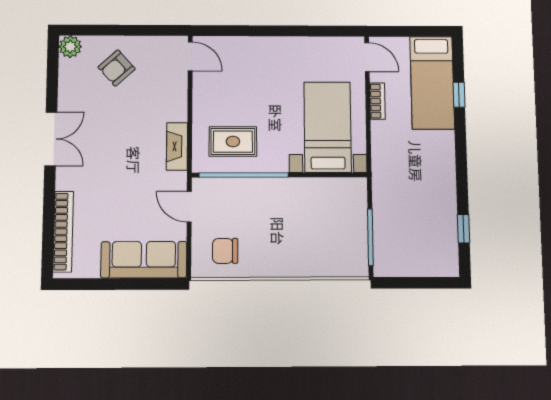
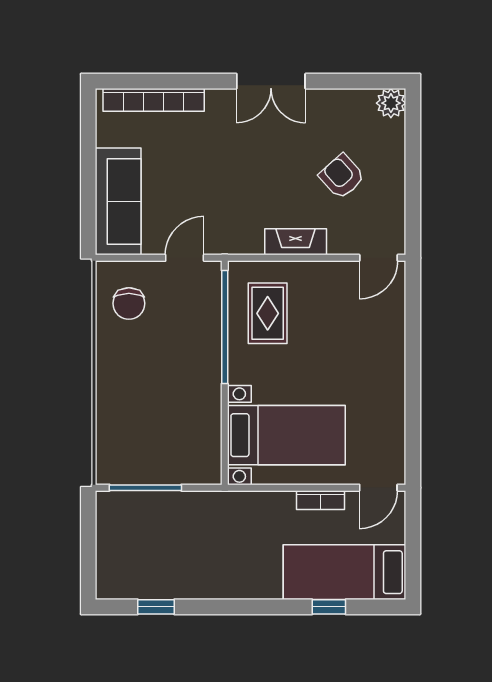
armchair: (117, 68) -> (342, 176), moved
fireplace: (177, 146) -> (296, 242), moved
chair: (225, 251) -> (129, 303), turned 180

